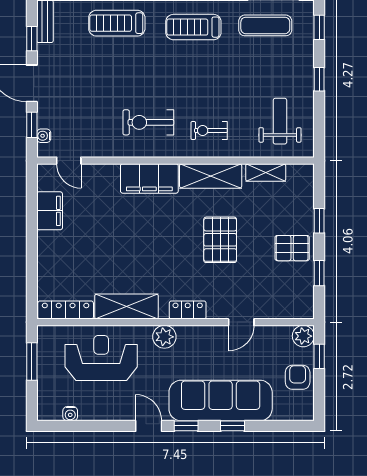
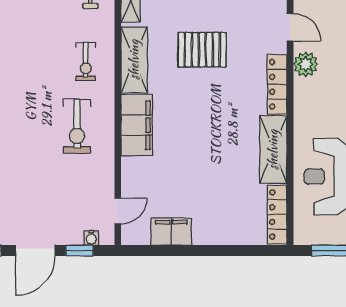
locker: (188, 310) -> (277, 84), width x1.53
plant: (164, 337) -> (306, 64), moved

